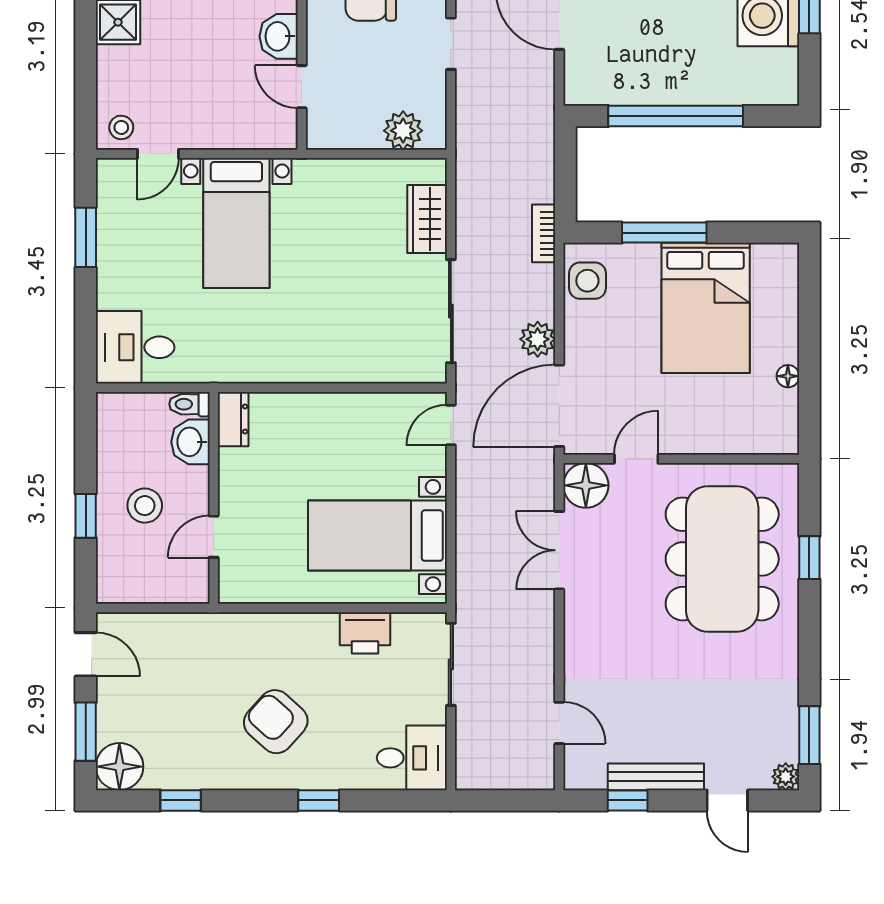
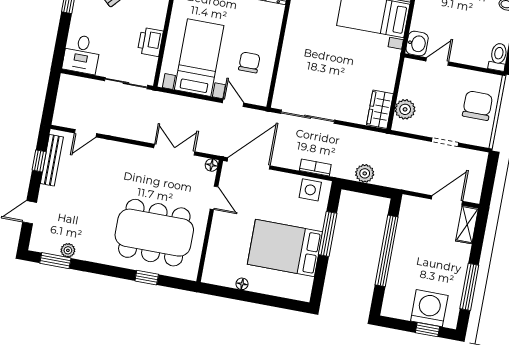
washbasin: (279, 36) -> (417, 44), moved, turned 90
wardrobe: (427, 219) -> (380, 109), moved, turned -90
bookcase: (544, 233) -> (315, 167), moved
plant: (538, 339) -> (365, 173), moved
door: (559, 406) -> (249, 163), hinge flipped
door: (451, 425) -> (233, 103), moved
chair: (369, 440) -> (249, 62), added
floor lamp: (586, 485) -> (212, 165), width x0.53, depth x0.53
bench: (656, 777) -> (52, 160), moved
plant: (786, 777) -> (68, 250), moved

